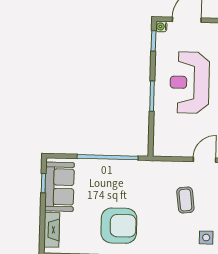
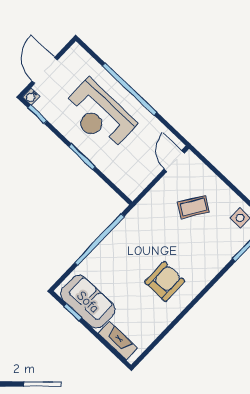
coffee table: (185, 200) -> (193, 207), turned -50
armchair: (119, 226) -> (165, 282), width x0.73, depth x0.73

